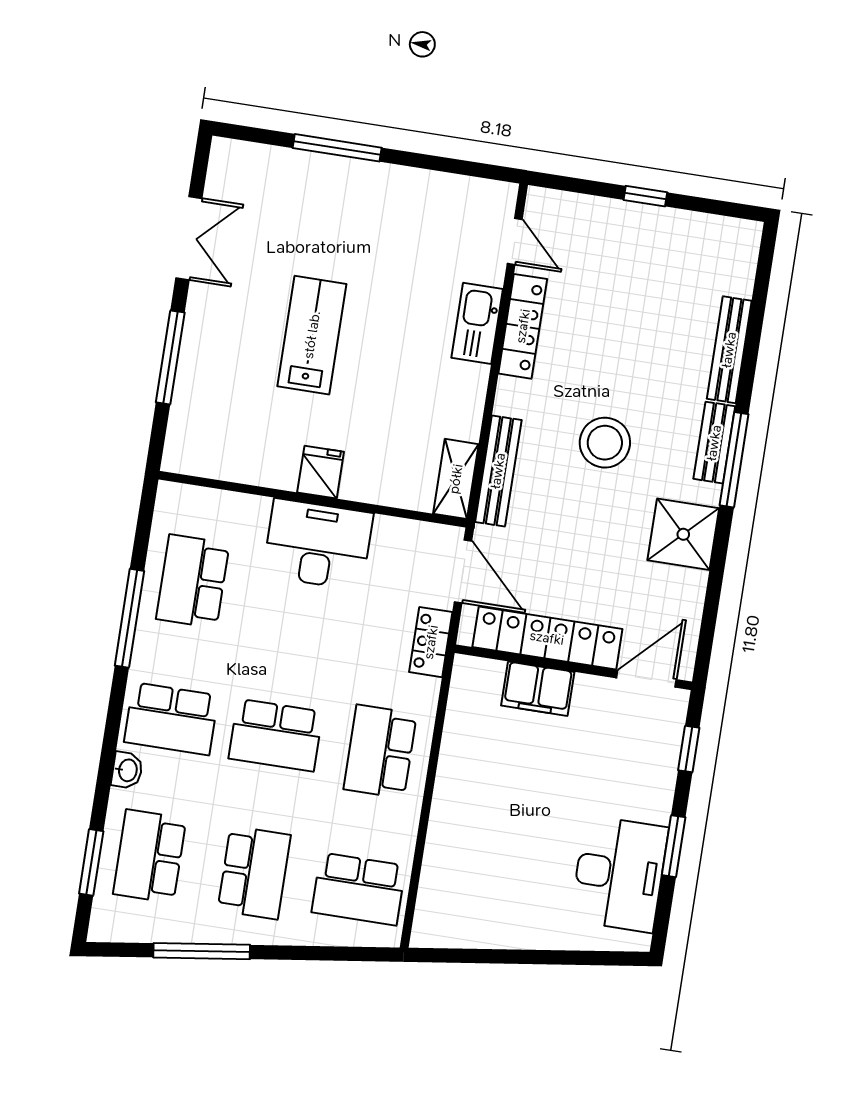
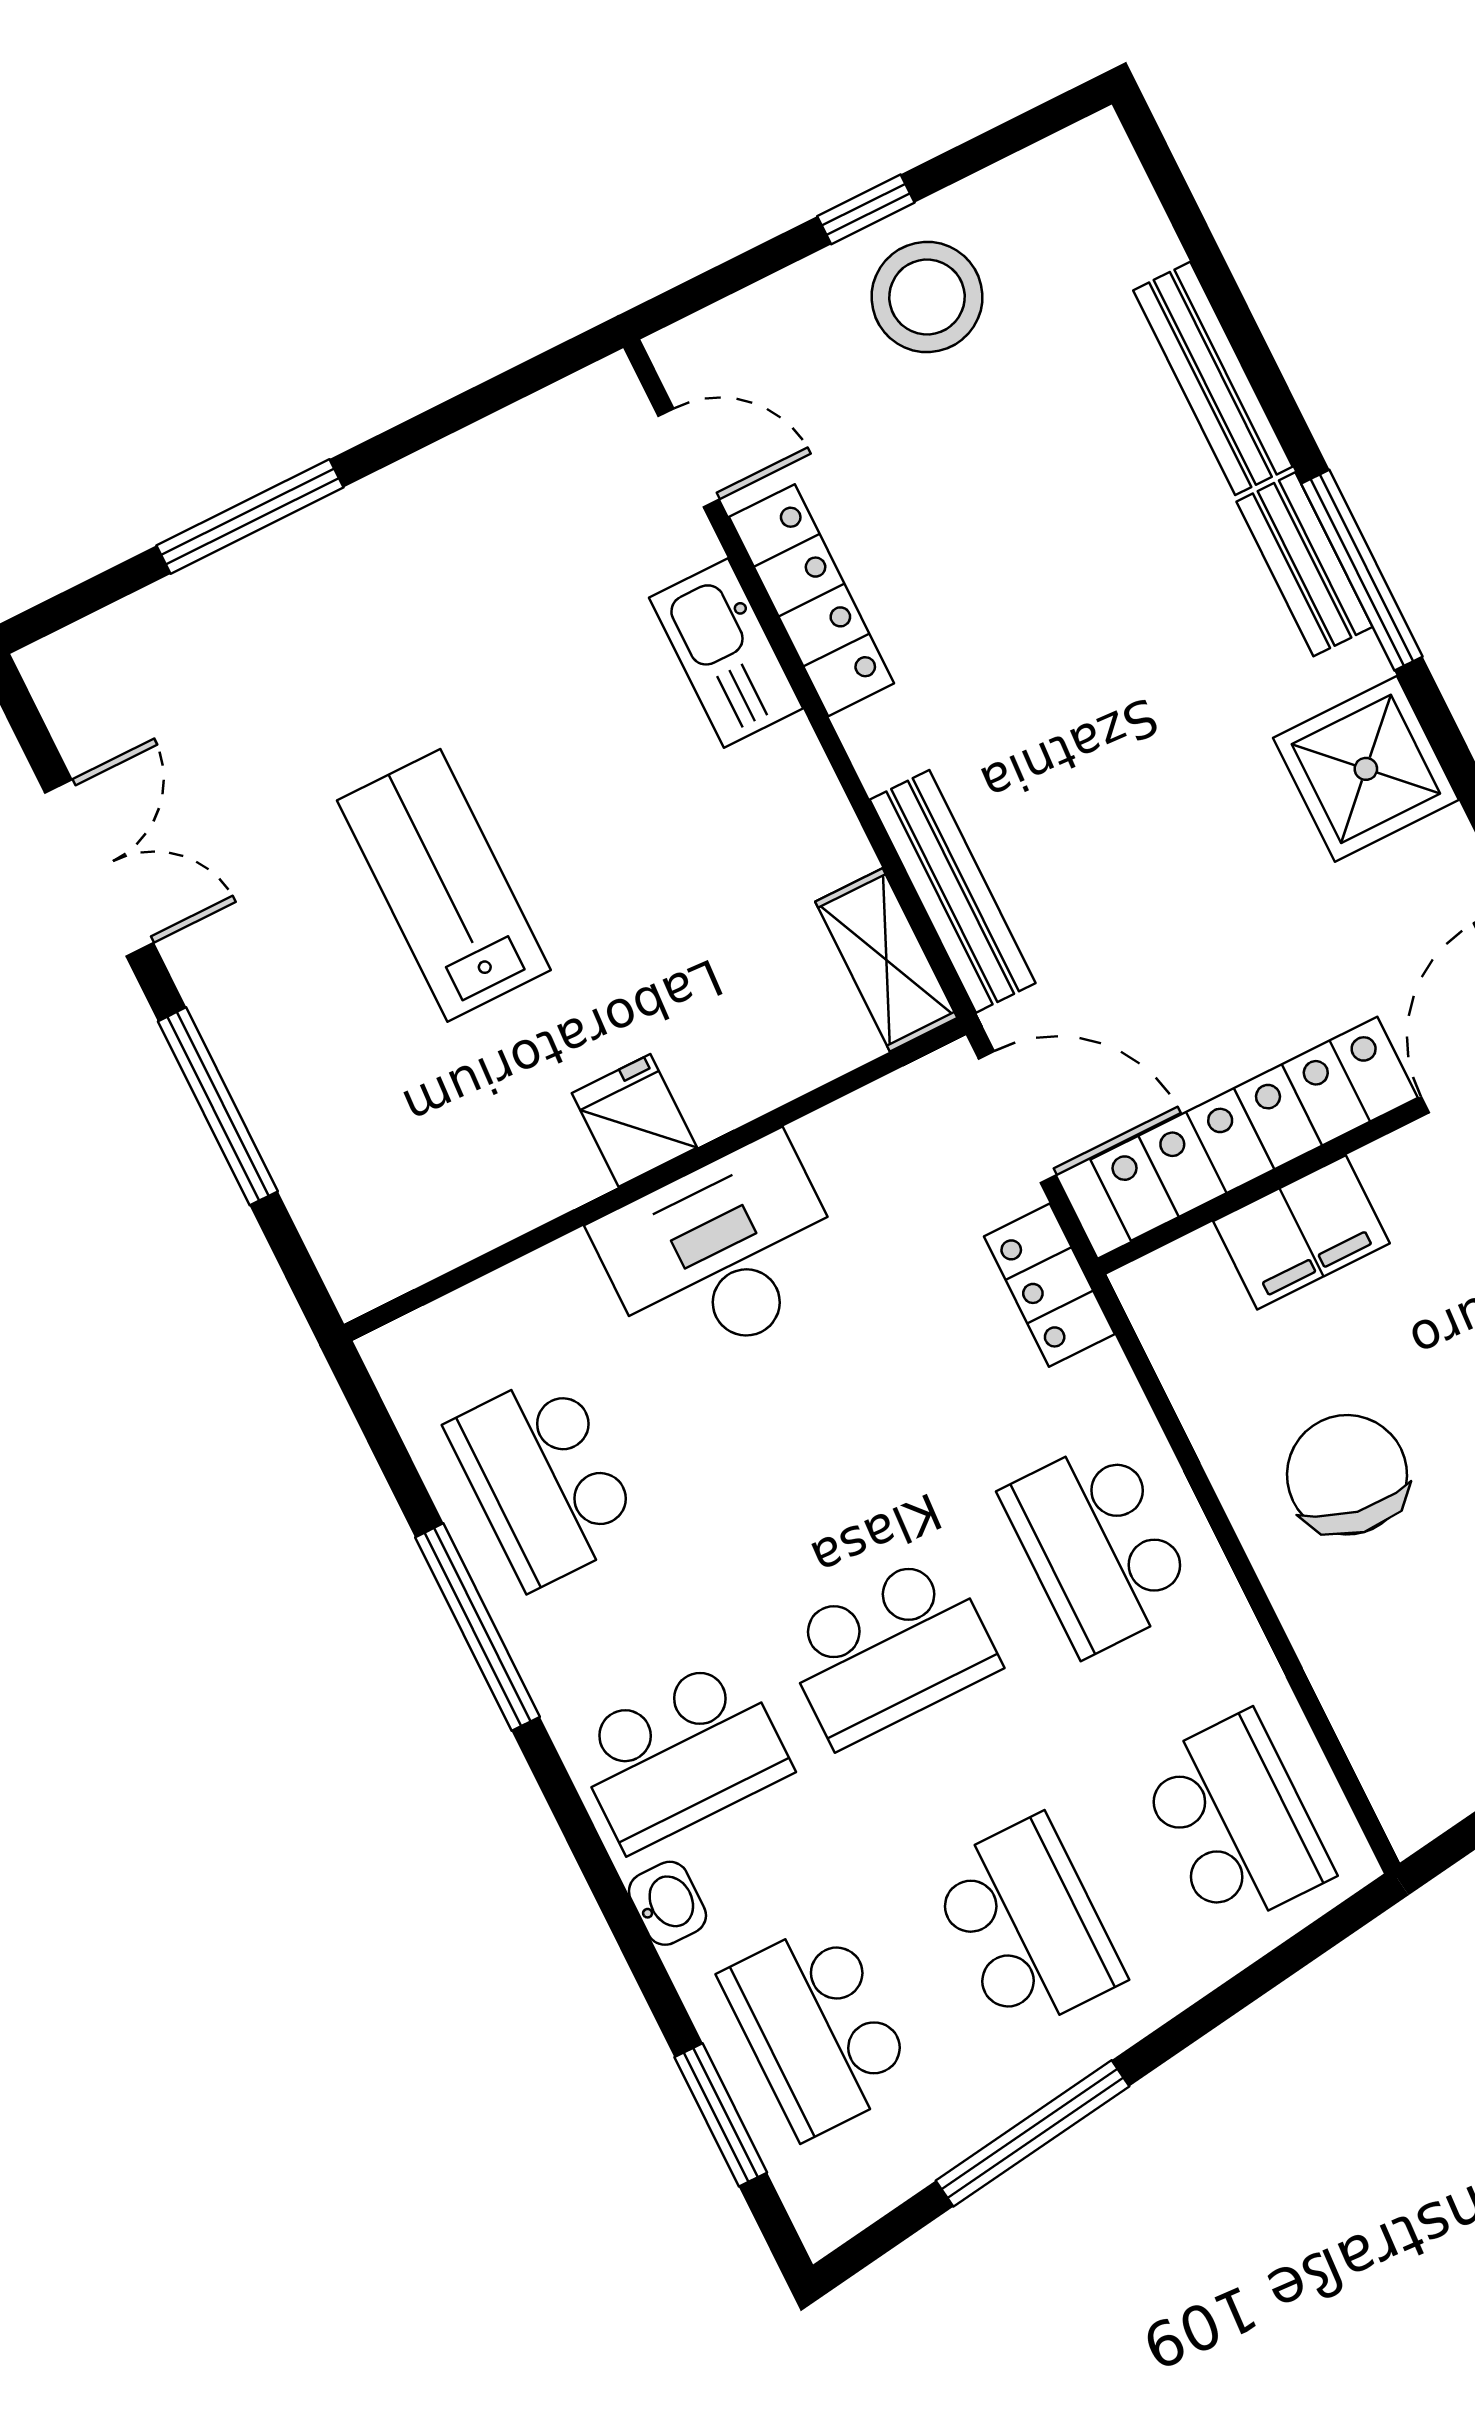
stool: (605, 443) -> (927, 297), moved
chair: (491, 790) -> (1347, 1475), added
school desk: (359, 889) -> (1235, 1821), turned -90

